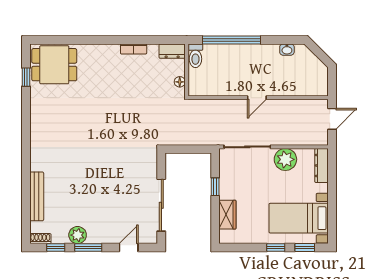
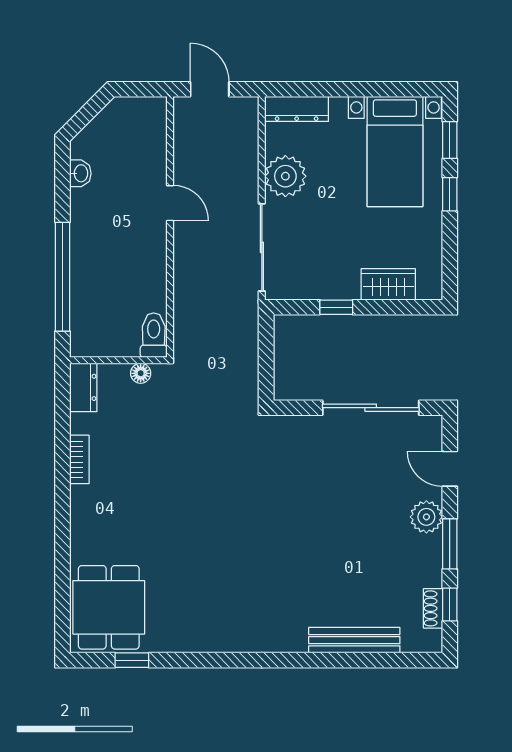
toilet: (195, 56) -> (154, 335), moved, turned -90
door: (257, 98) -> (170, 203), moved
plant: (78, 235) -> (426, 517), moved
shoe rack: (40, 239) -> (433, 608), moved

